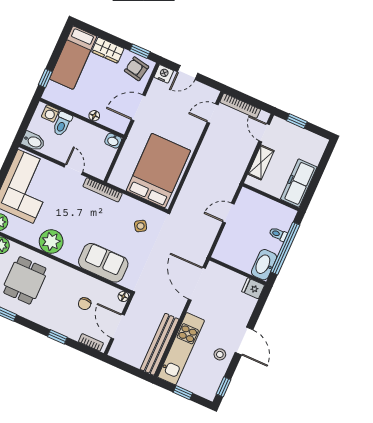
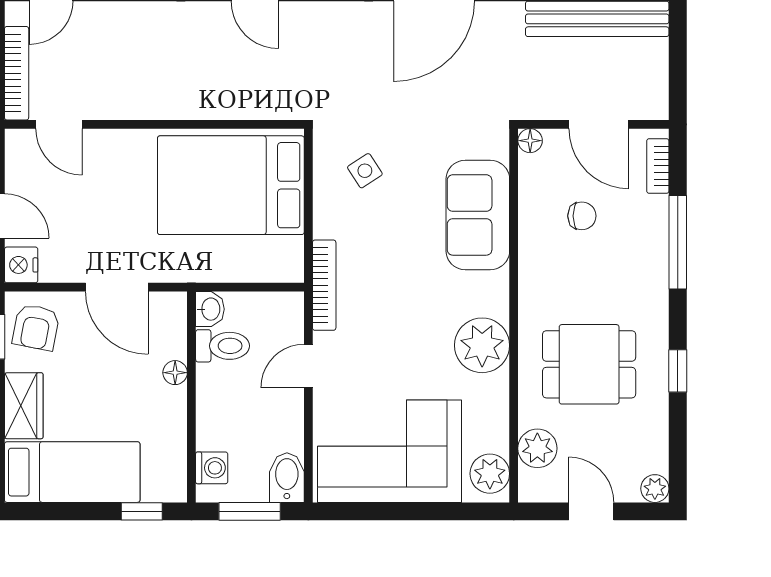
window: (26, 121) -> (250, 511), added
toilet: (62, 124) -> (223, 346), moved
door: (118, 326) -> (599, 124), hinge flipped
window: (57, 337) -> (678, 242), width x2.17

